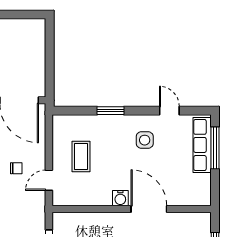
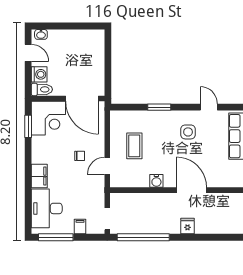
water cooler: (120, 198) -> (156, 181), moved

